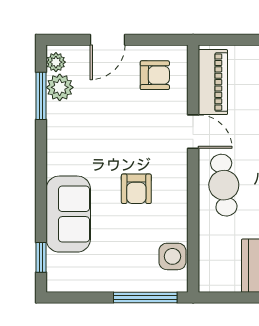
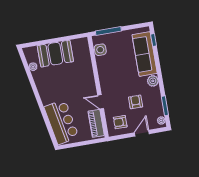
plant: (60, 87) -> (153, 81), moved
cafe table: (224, 185) -> (84, 82), removed
armchair: (136, 189) -> (136, 102), moved
sofa: (68, 214) -> (145, 54), width x1.36

